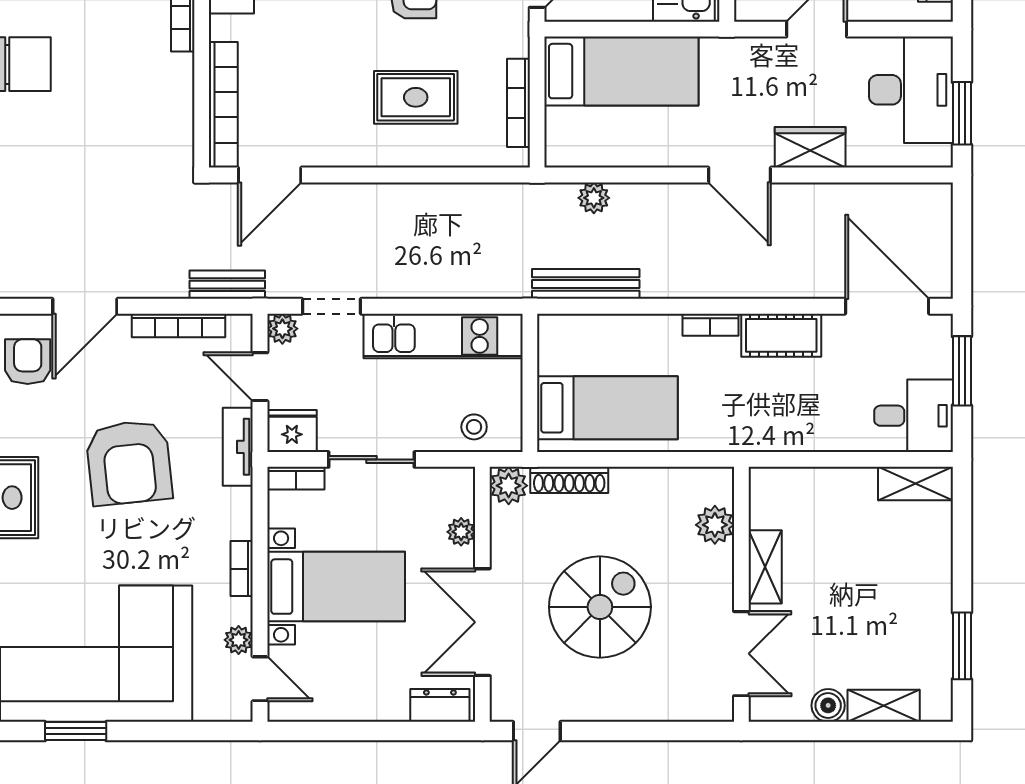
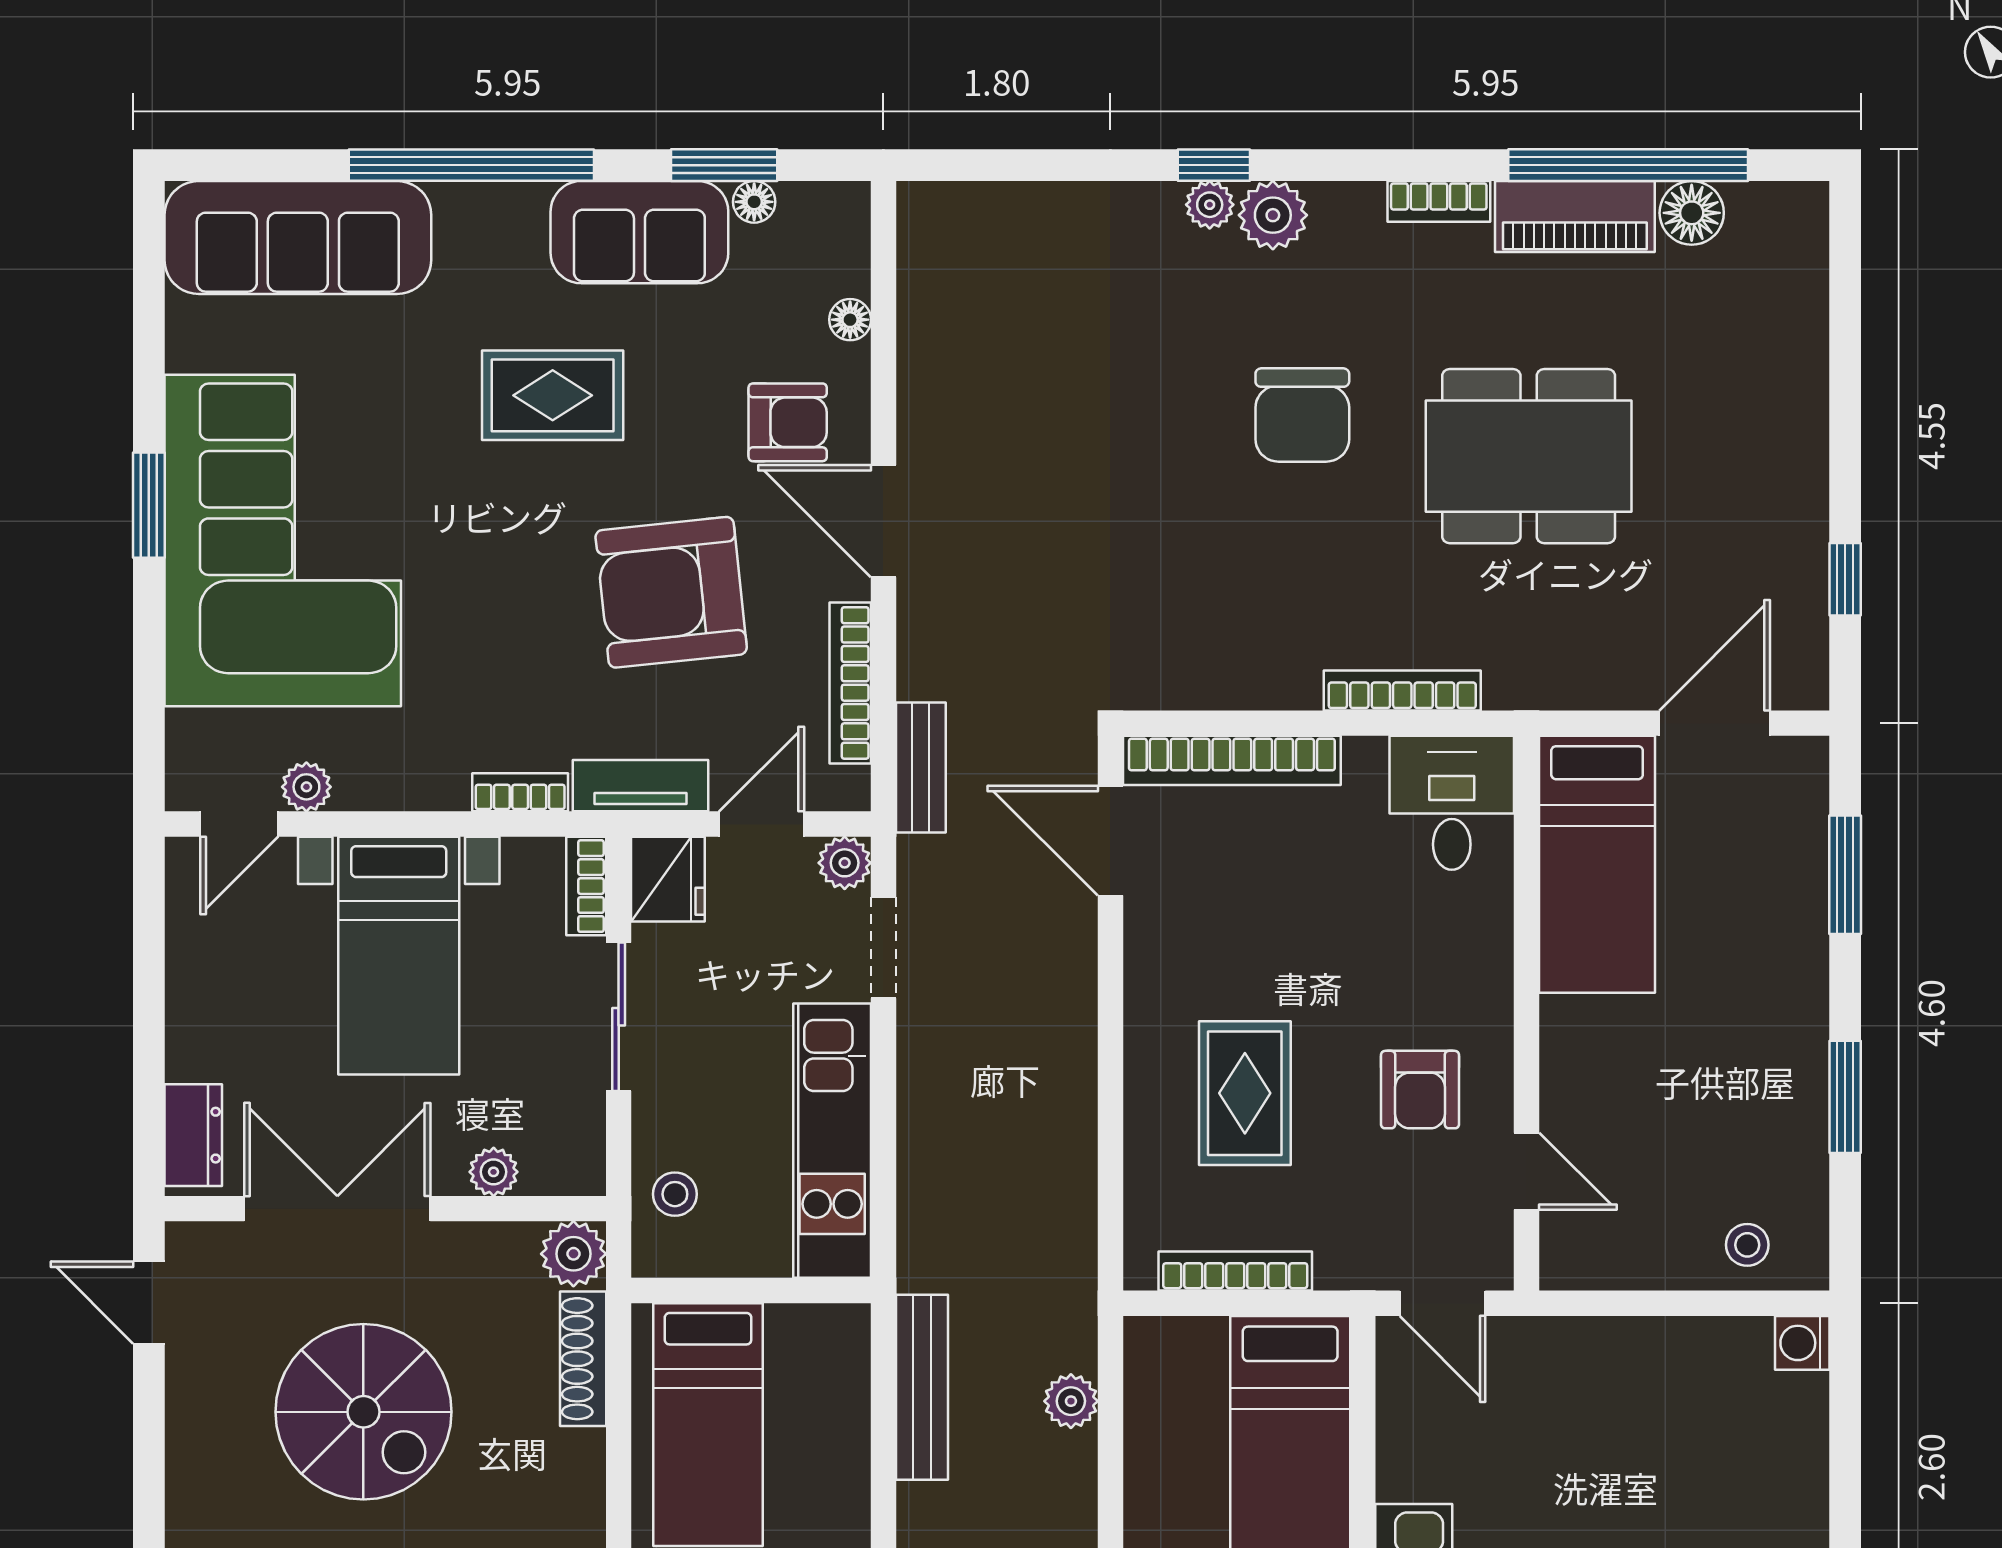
armchair: (129, 463) -> (671, 592), moved
bookcase: (242, 569) -> (520, 792), moved

